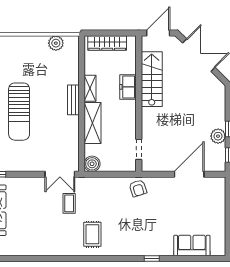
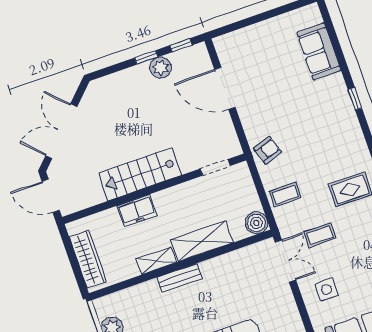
stairs: (152, 79) -> (140, 174), moved
coffee table: (104, 190) -> (285, 195), added
side table: (31, 195) -> (326, 289), added

